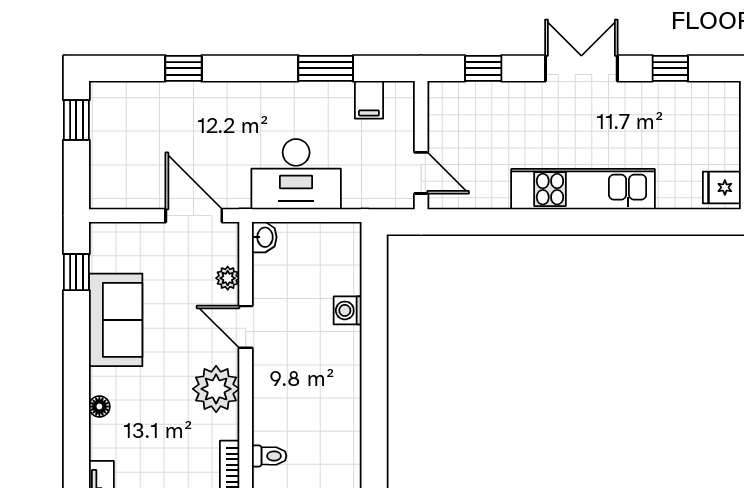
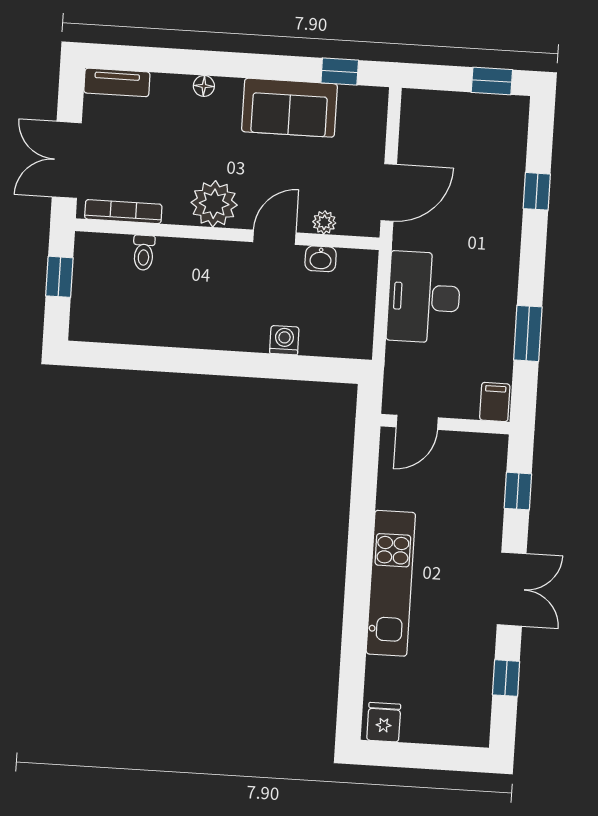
filing cabinet: (369, 100) -> (495, 402), moved, turned 90
washbasin: (264, 237) -> (321, 259), moved

